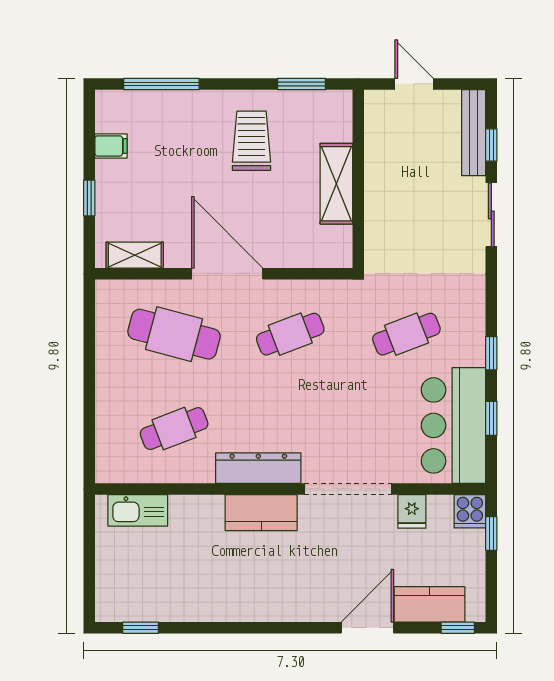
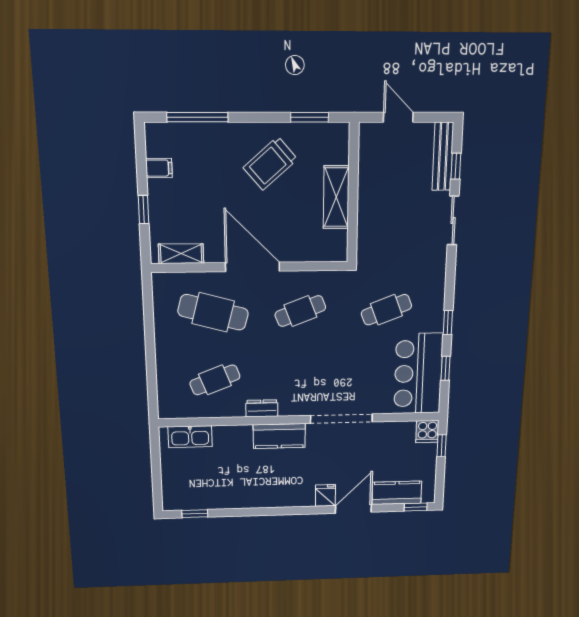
trolley: (252, 141) -> (270, 163), turned -131
dresser: (258, 468) -> (262, 408), width x0.51, depth x0.80
fridge: (412, 511) -> (325, 495), moved, turned 180

